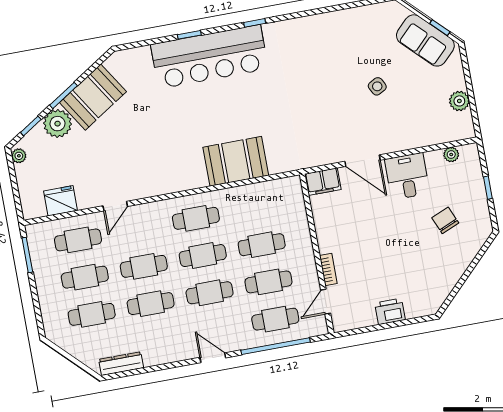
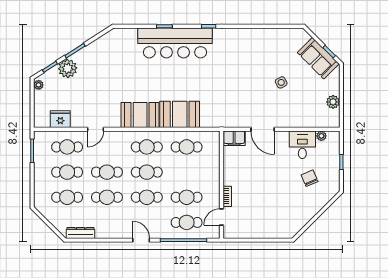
booth: (93, 97) -> (140, 115), moved, turned 33
desk: (407, 176) -> (302, 145), moved
cafe table: (262, 245) -> (187, 147), moved
printer: (390, 311) -> (262, 231), removed

